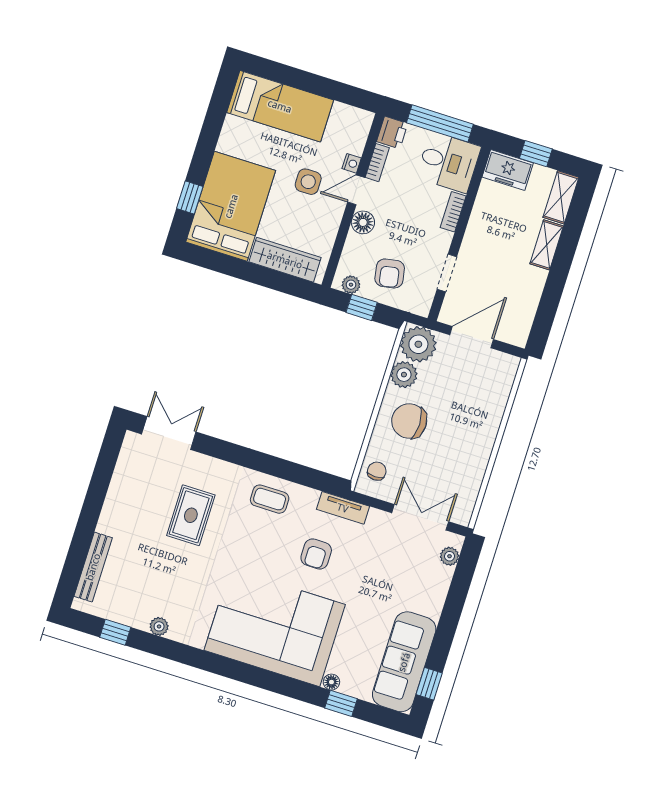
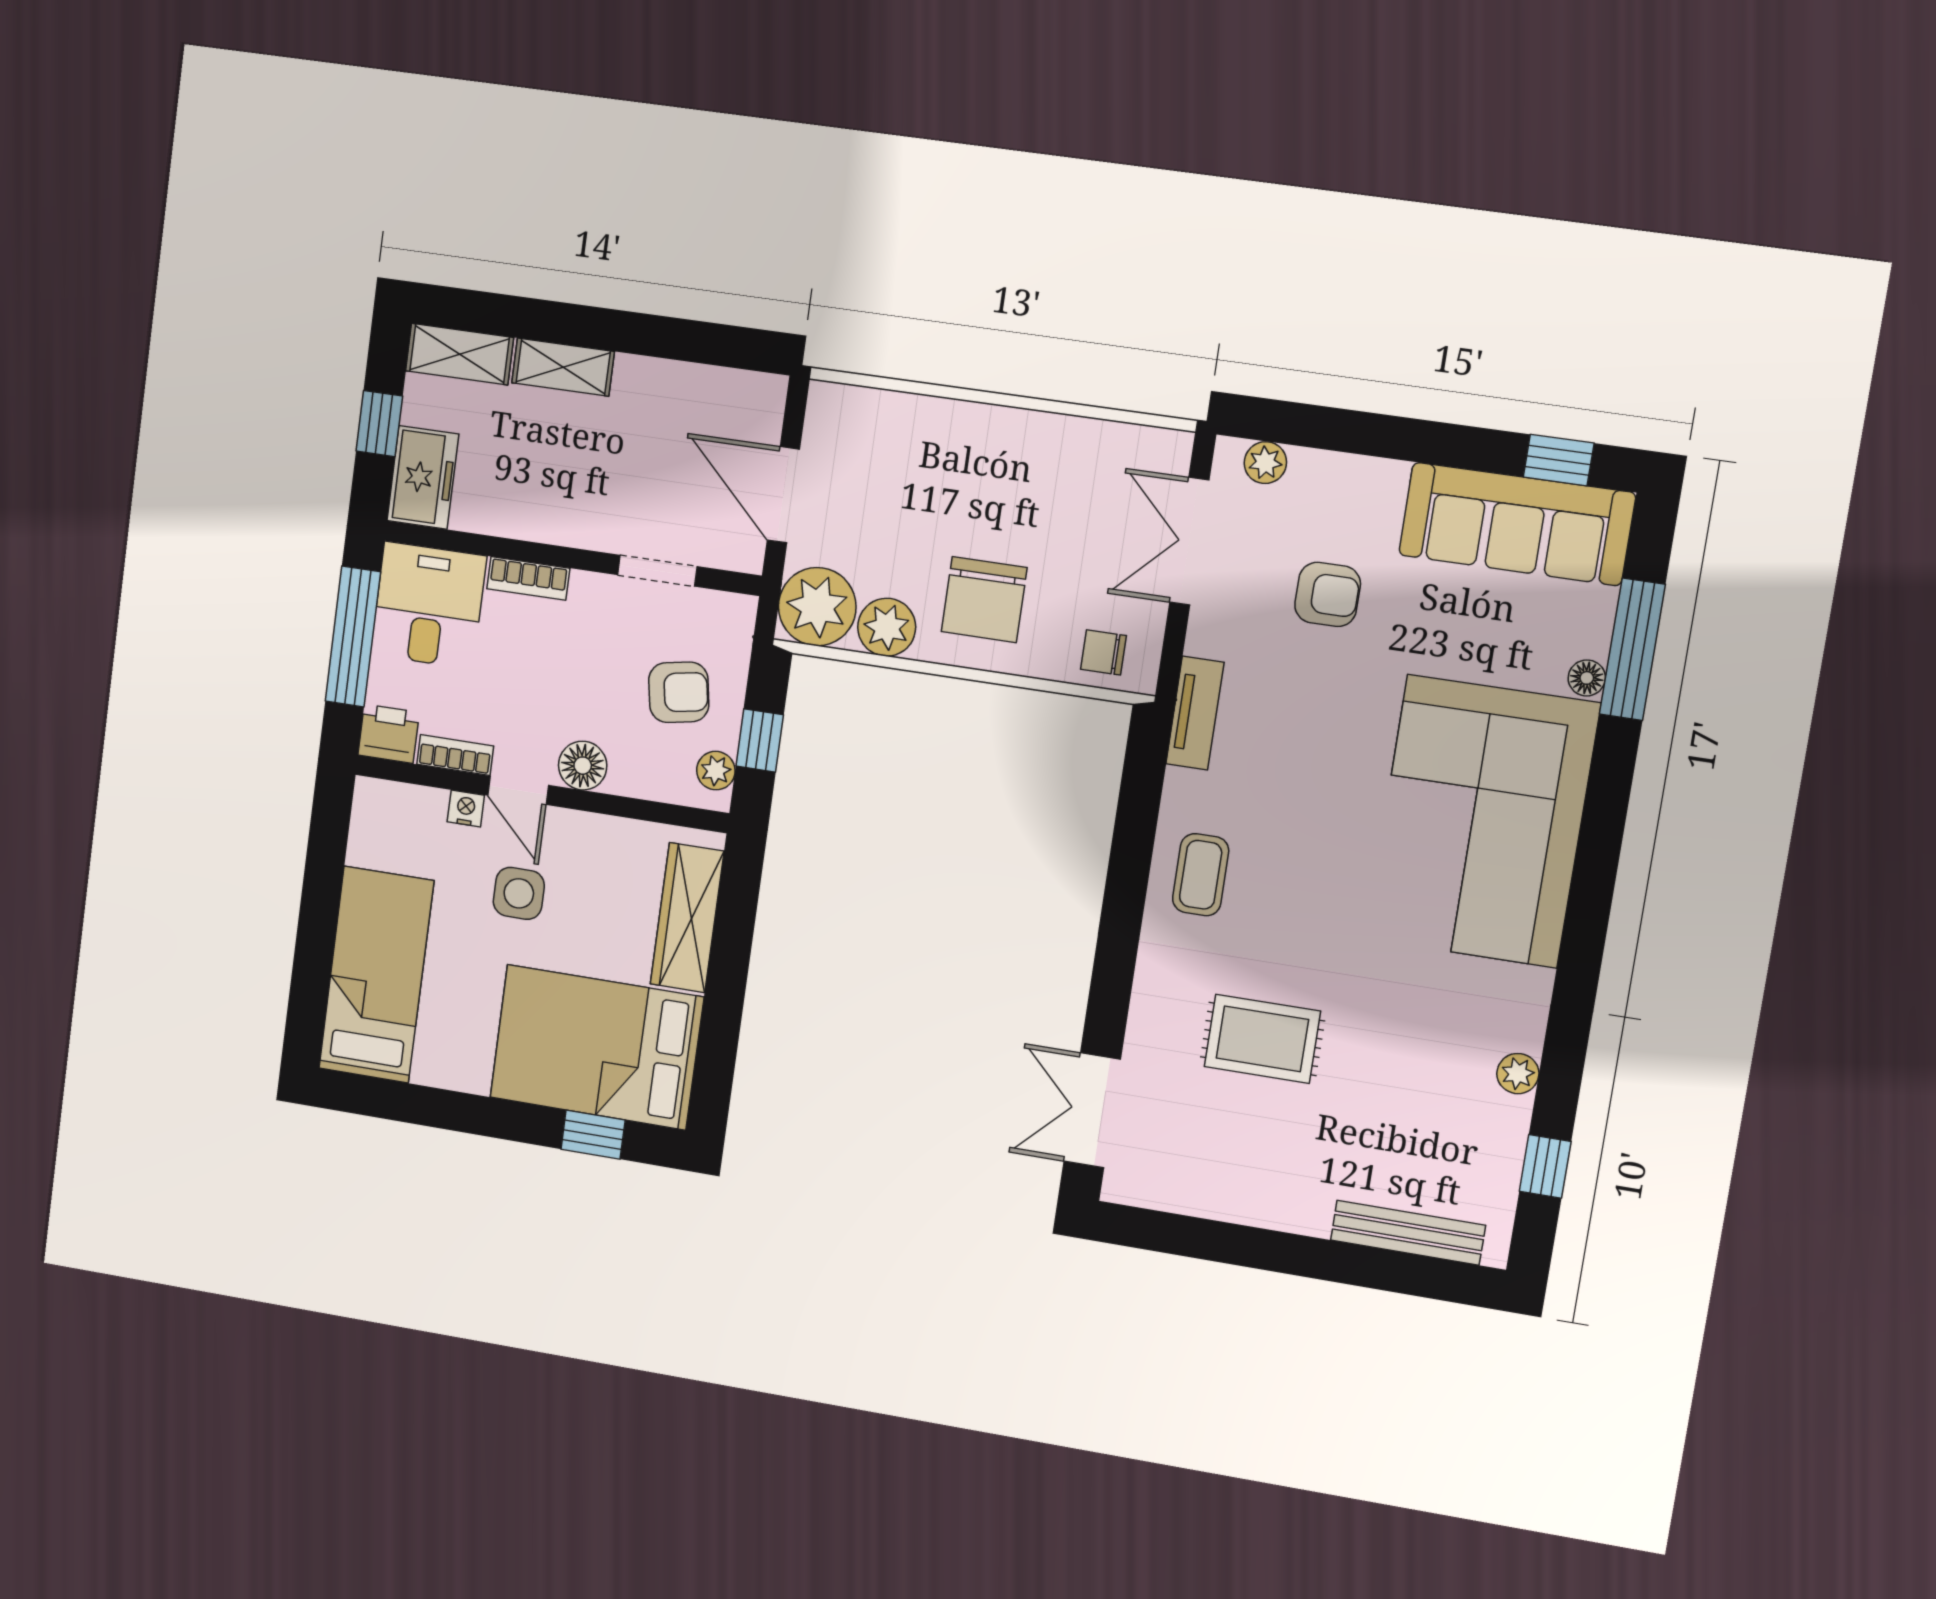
armchair: (316, 554) -> (1328, 594), moved
window: (341, 703) -> (1632, 649), width x2.17

